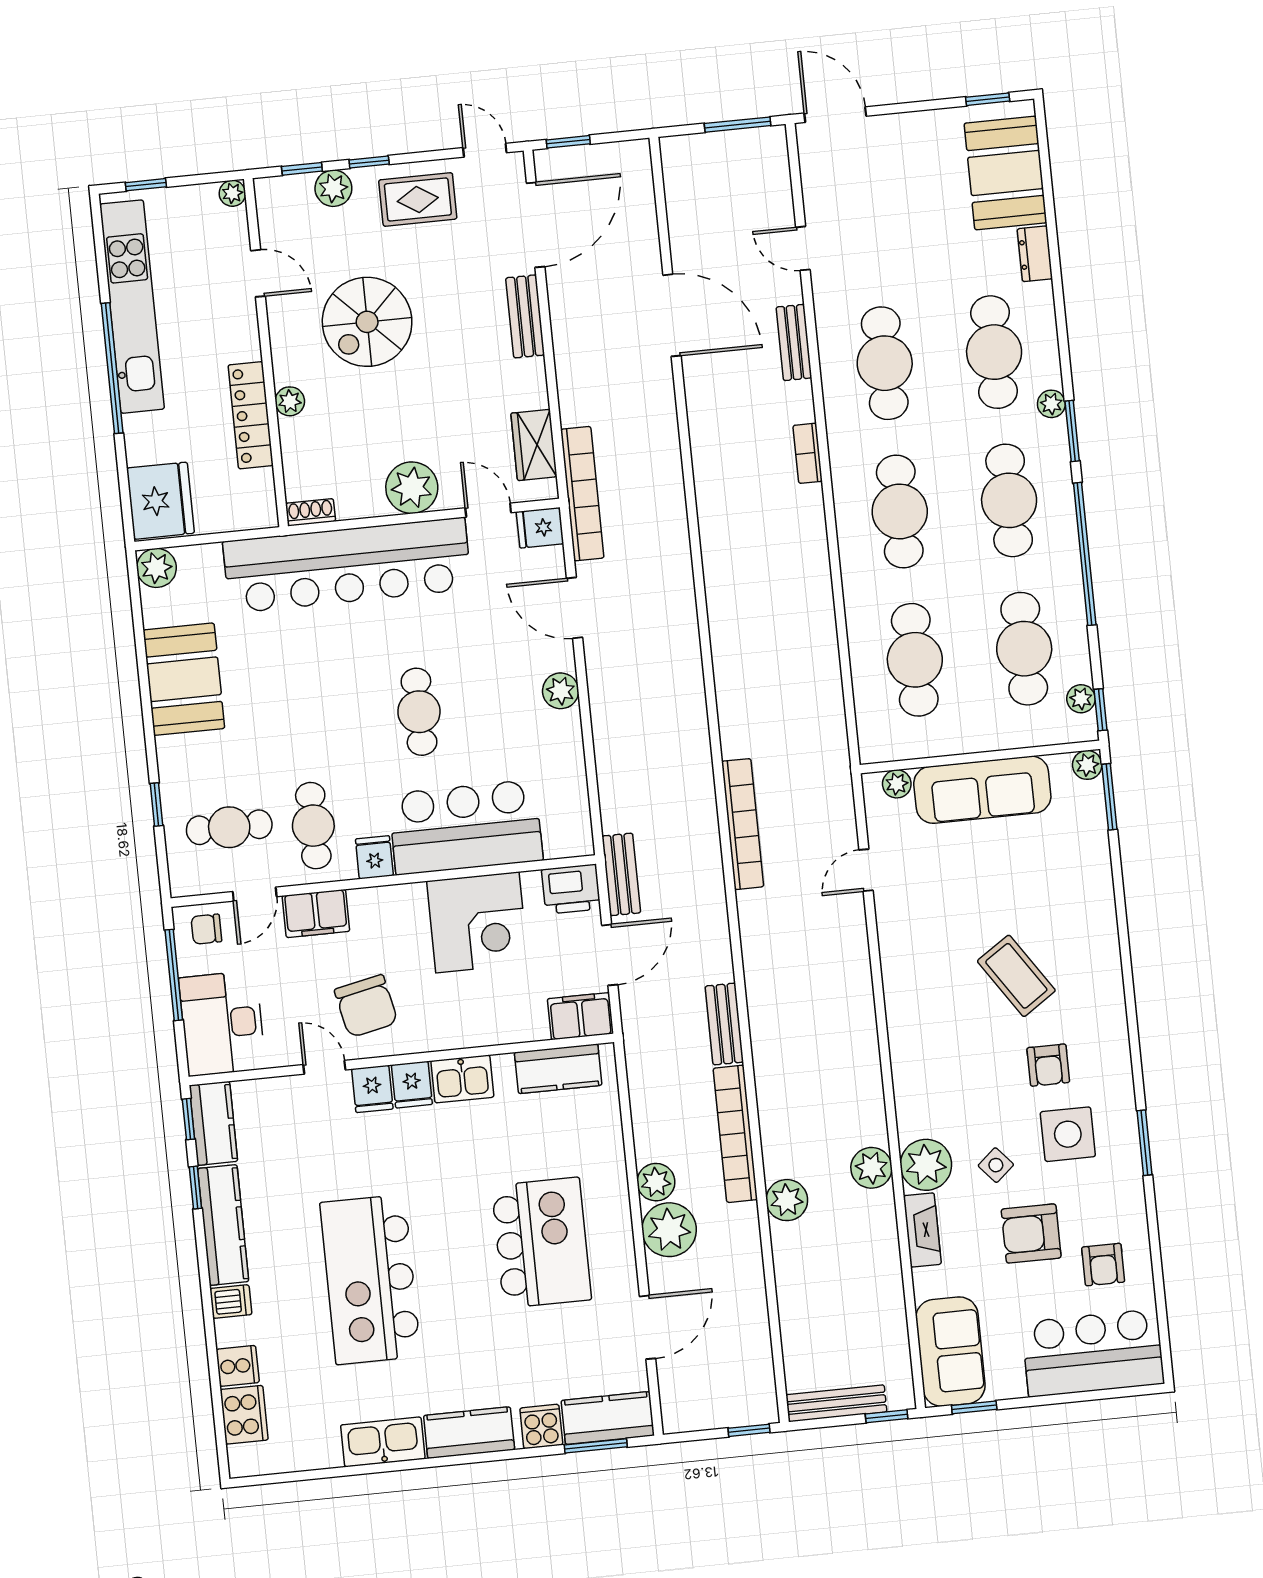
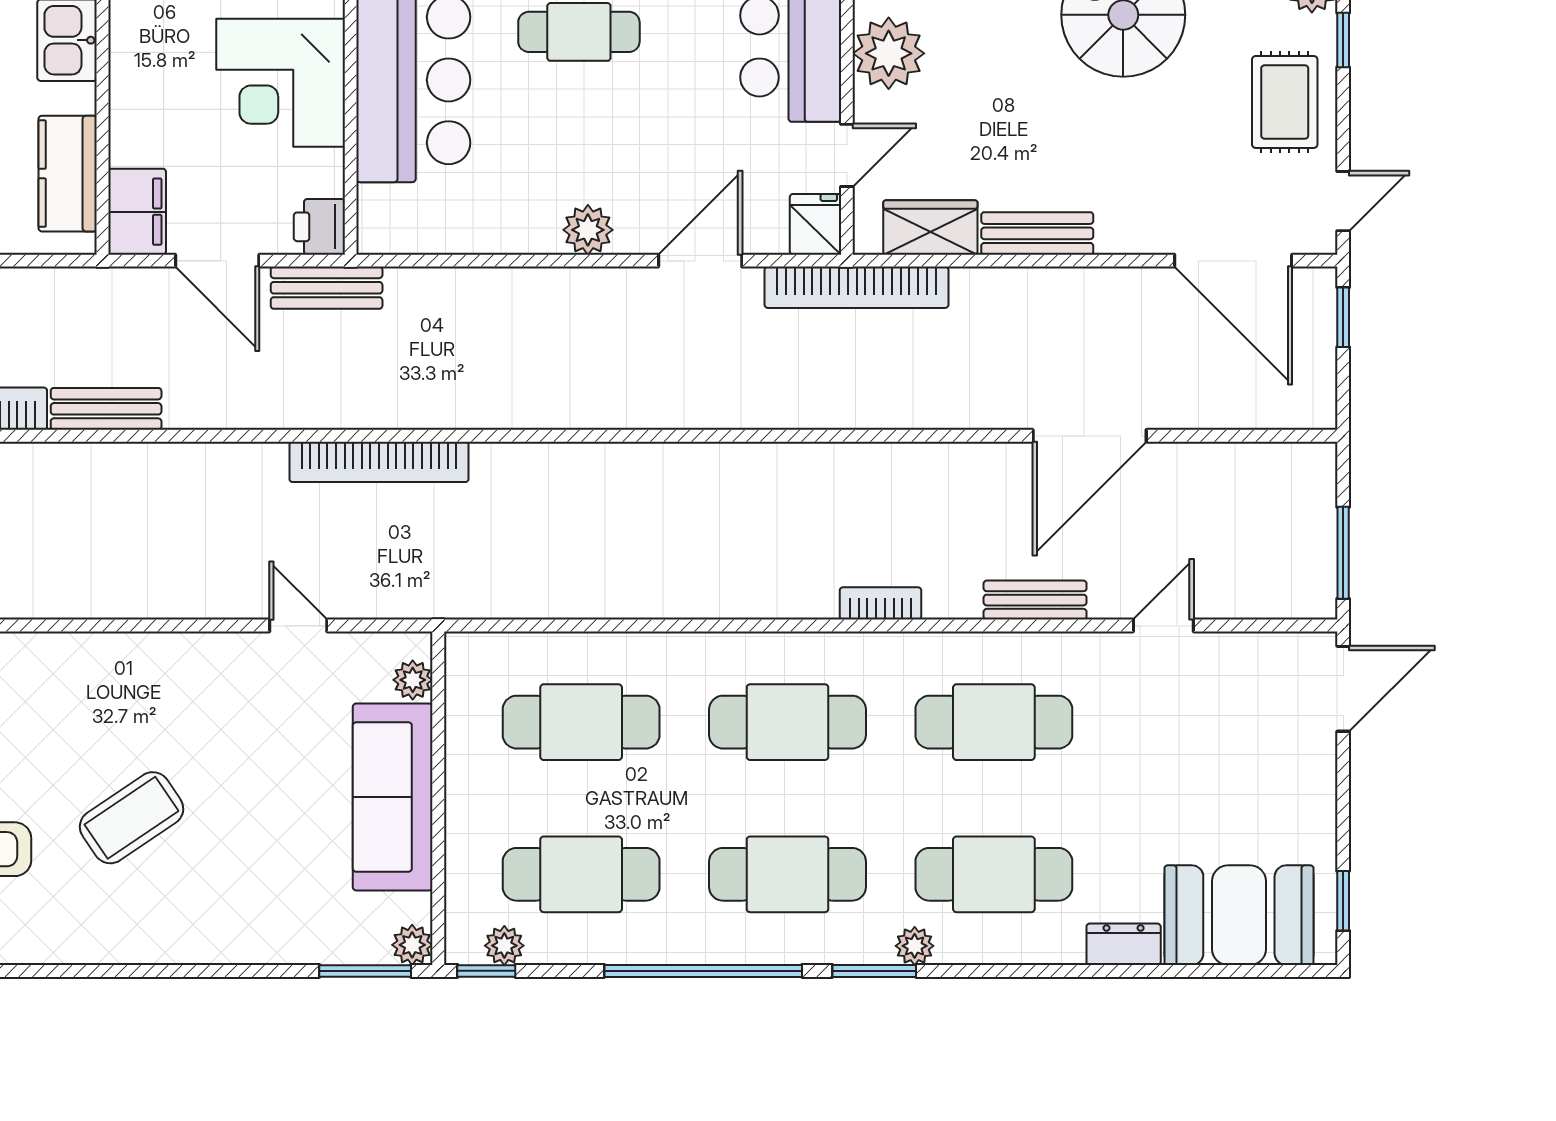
bench: (525, 316) -> (1037, 233), moved
printer: (571, 889) -> (319, 227), width x0.73, depth x0.81

